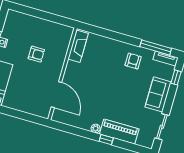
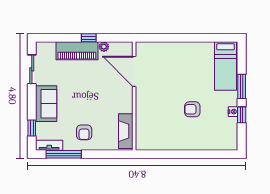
fireplace: (78, 46) -> (126, 131), moved
wall: (62, 74) -> (134, 96), moved
door: (56, 95) -> (134, 71), moved

